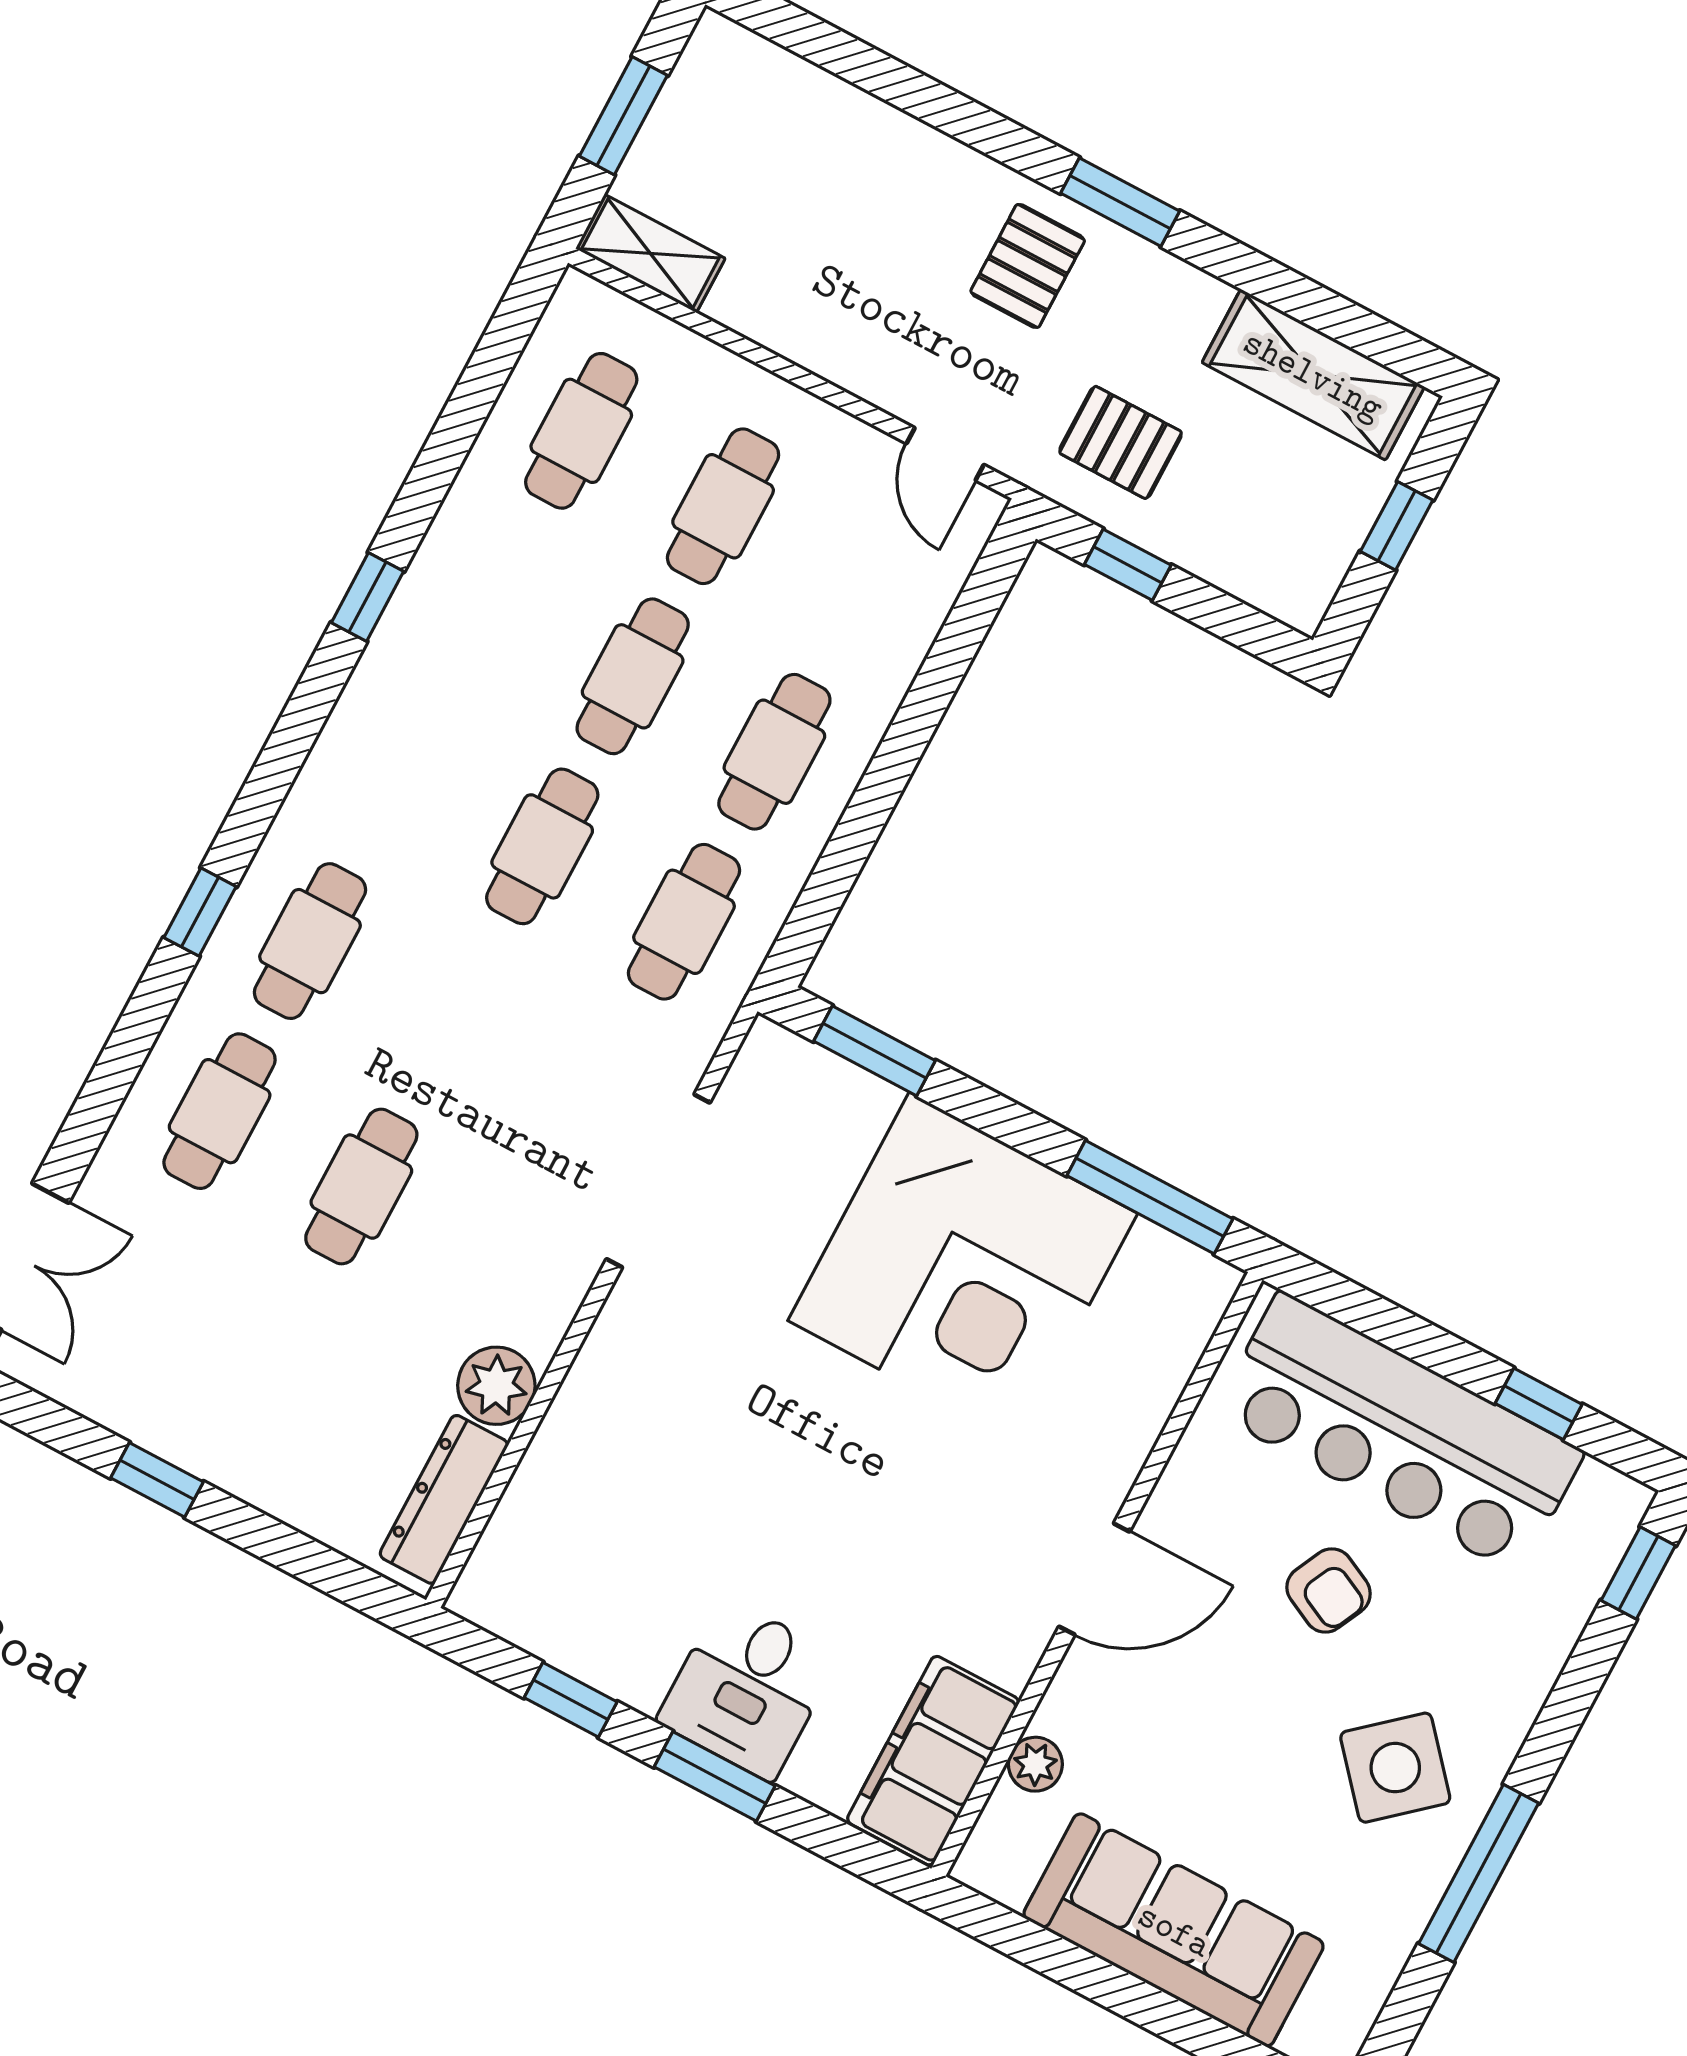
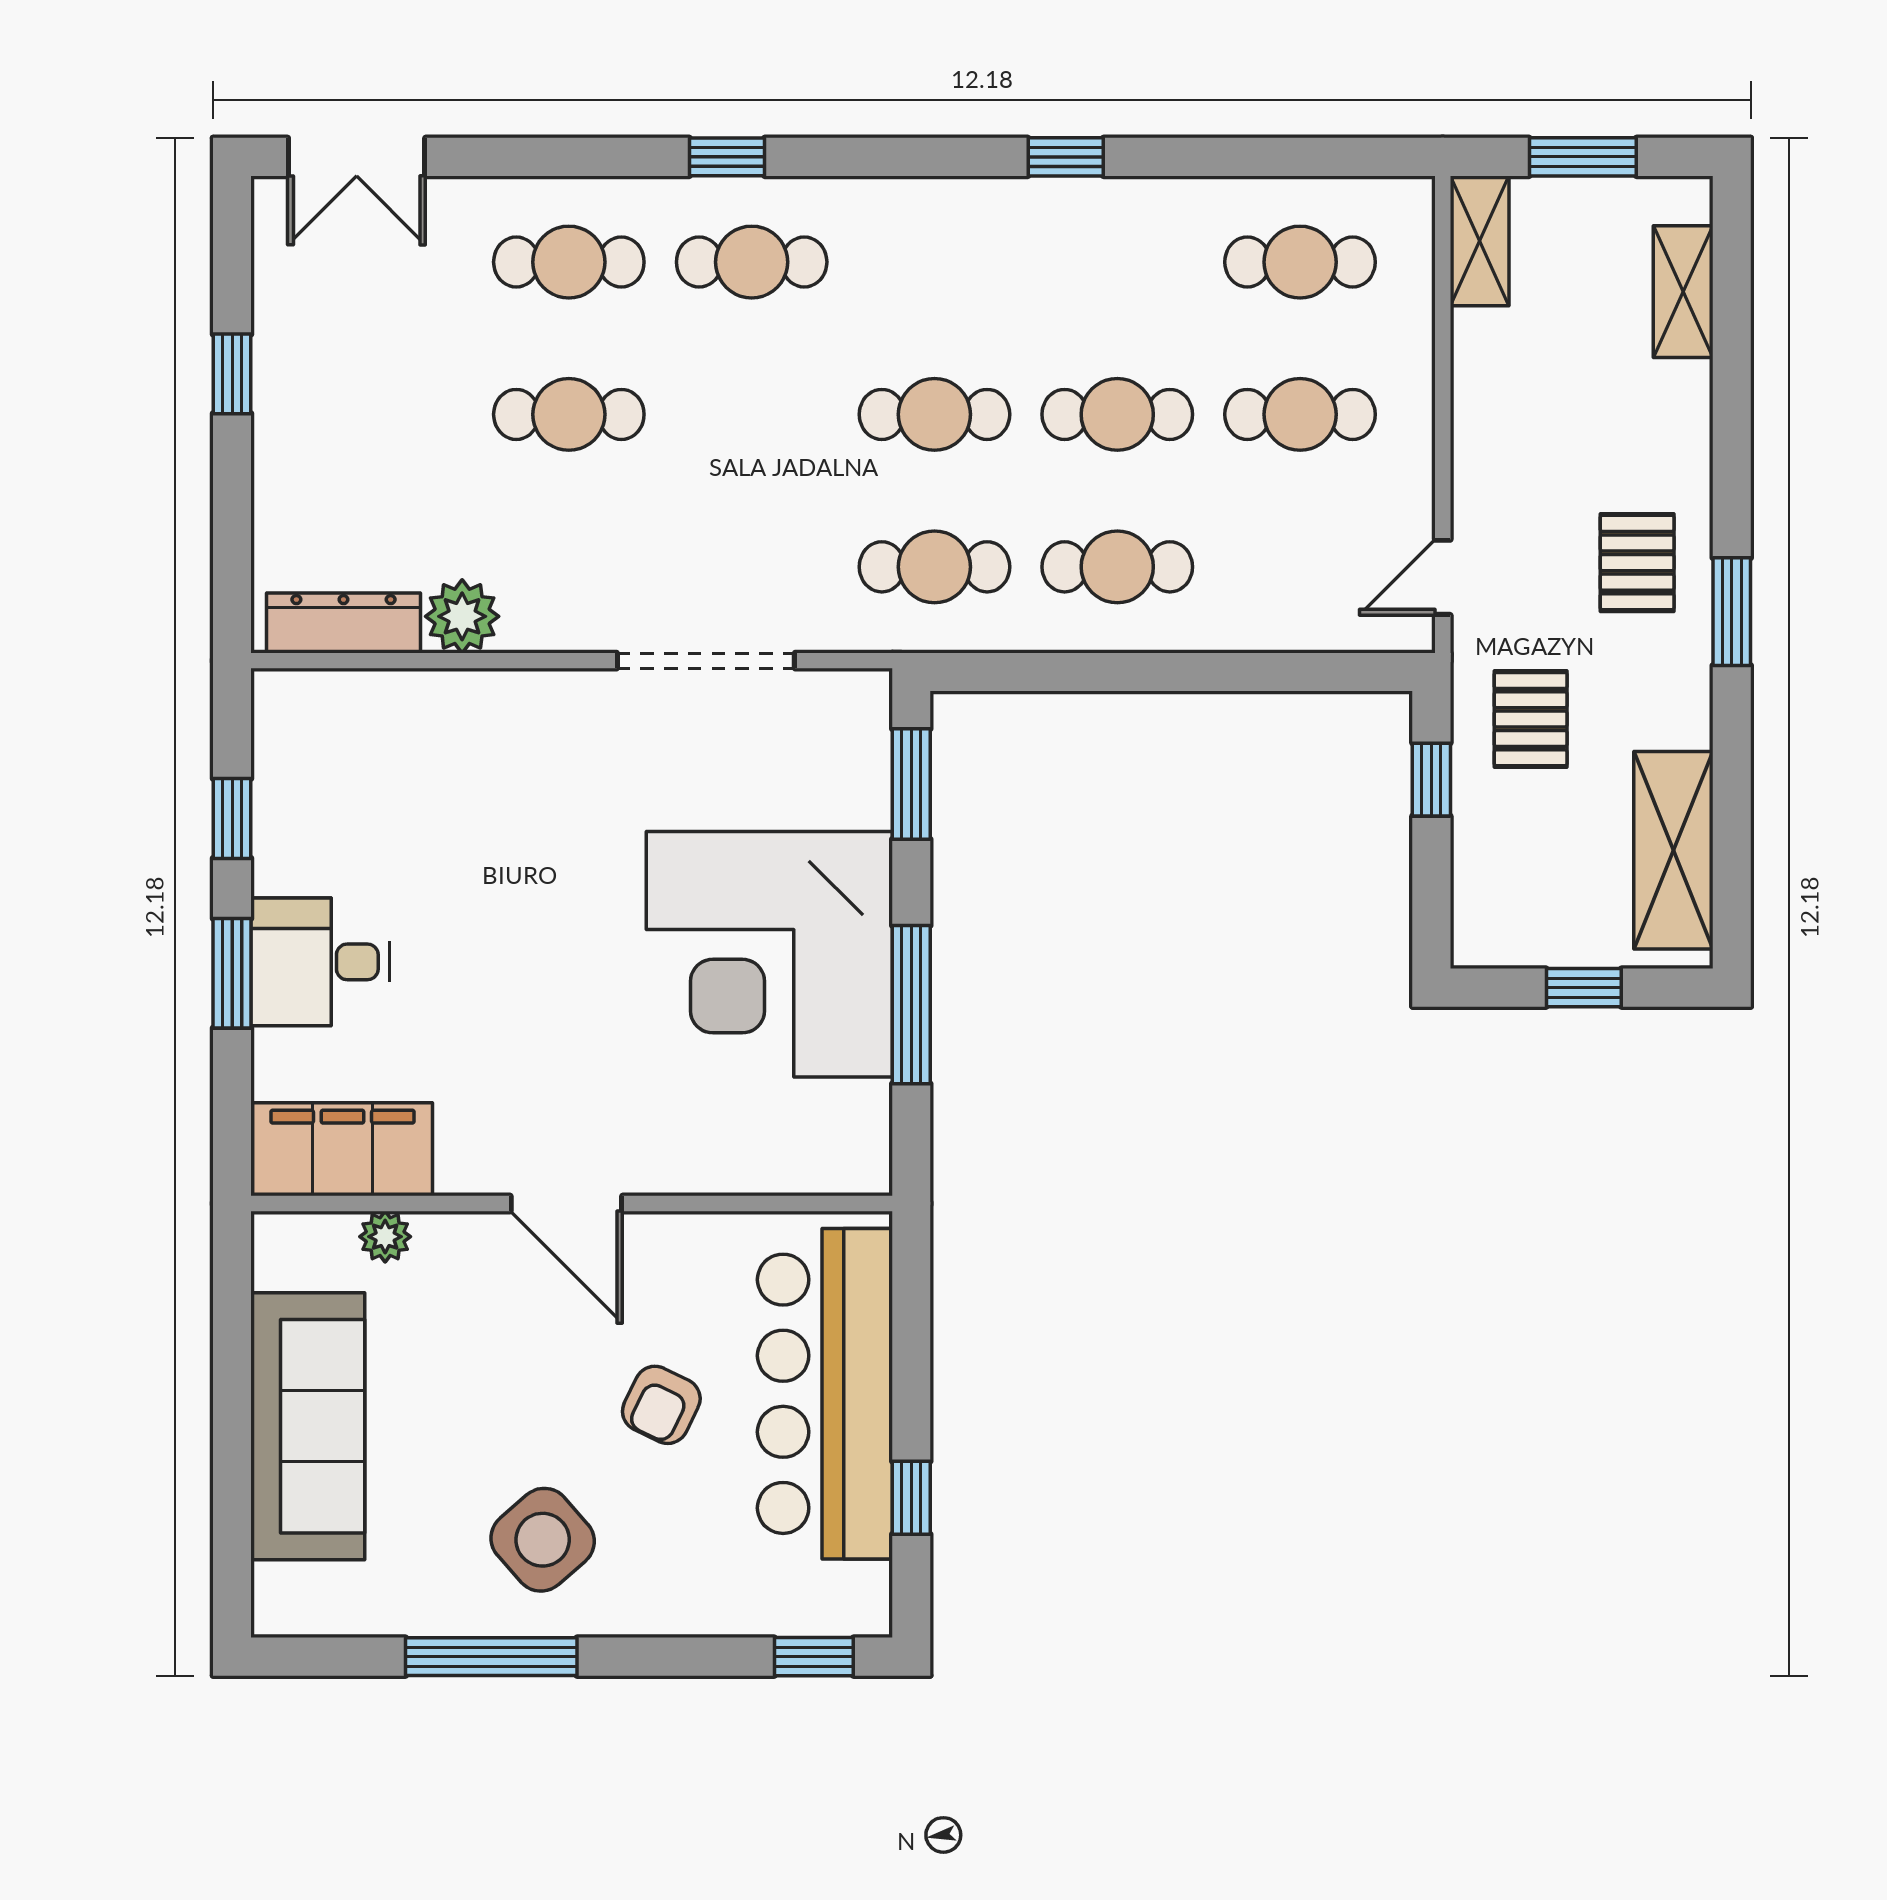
shelving: (798, 89) -> (1683, 292), added
pallet: (1028, 266) -> (1637, 563), turned 90
window: (1150, 1197) -> (911, 1005), moved

